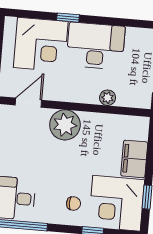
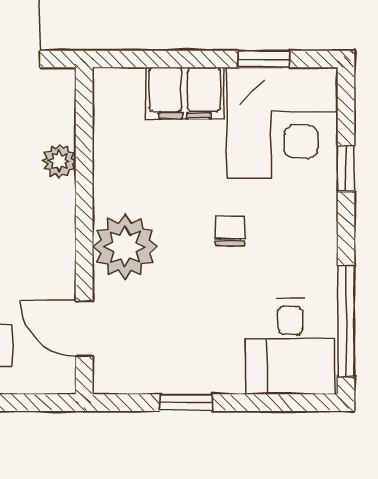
chair: (74, 203) -> (230, 231), moved

